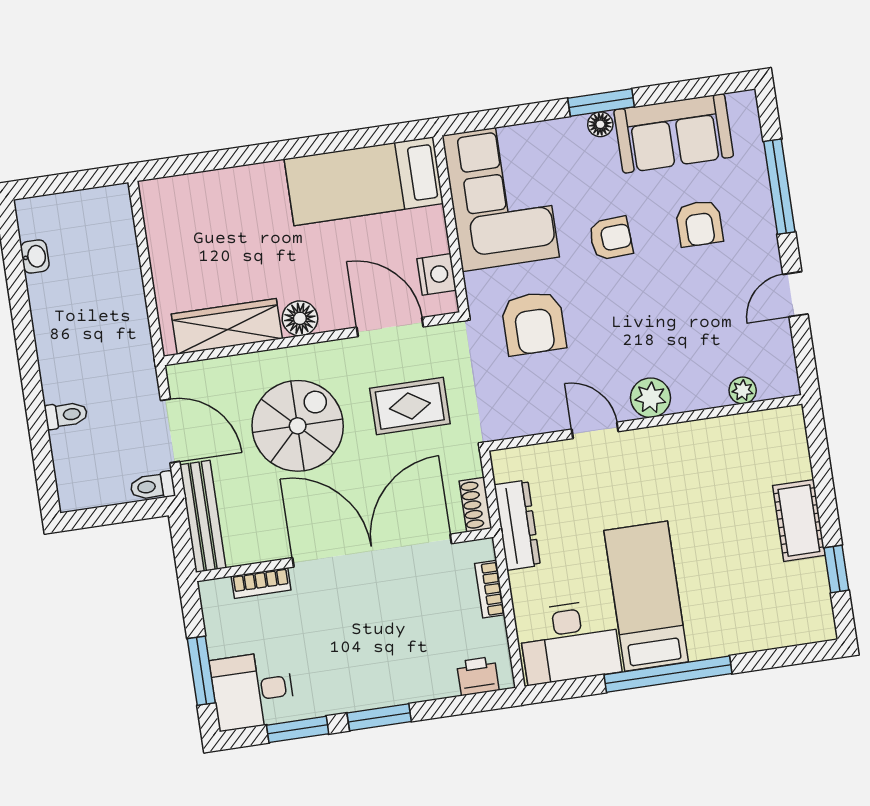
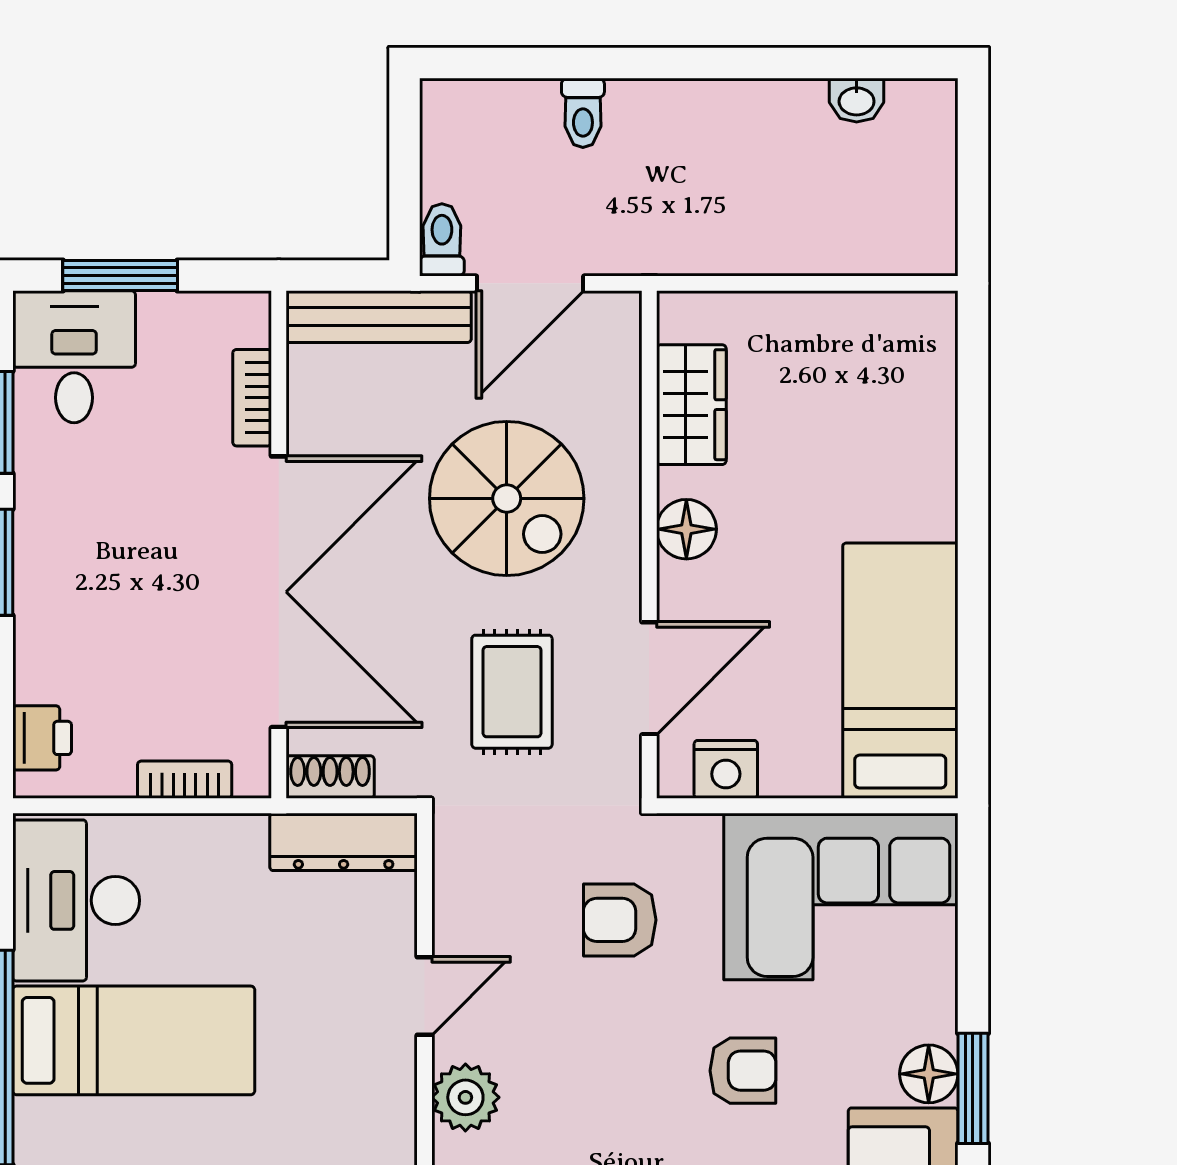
floor lamp: (600, 124) -> (929, 1074), width x1.37, depth x1.37
armchair: (611, 238) -> (743, 1071), turned -87
armchair: (534, 323) -> (620, 920), width x0.72, depth x0.72
wardrobe: (227, 326) -> (691, 405), width x0.67
dresser: (517, 525) -> (344, 842), moved

